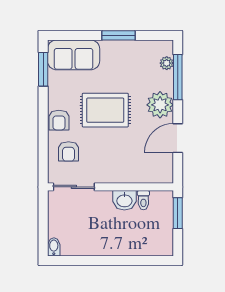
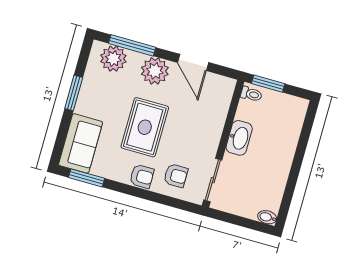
plant: (167, 63) -> (113, 59), width x1.88, depth x1.88
washbasin: (124, 200) -> (239, 138), width x1.38
toilet: (143, 200) -> (251, 94), moved

